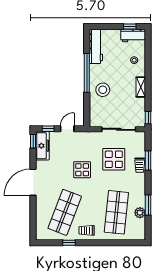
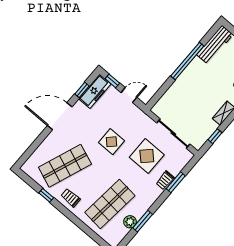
stool: (103, 90) -> (189, 87), removed
window: (148, 118) -> (215, 136), moved
window: (33, 141) -> (82, 90), moved

